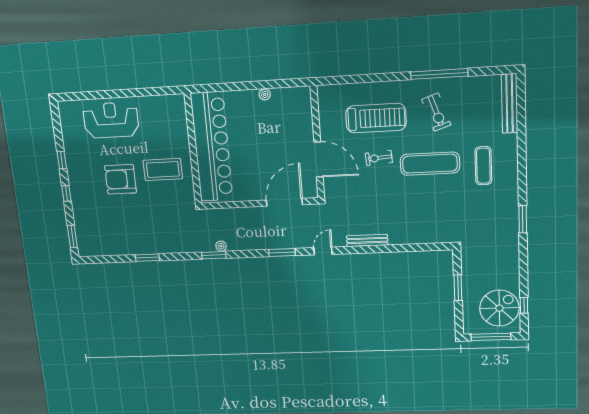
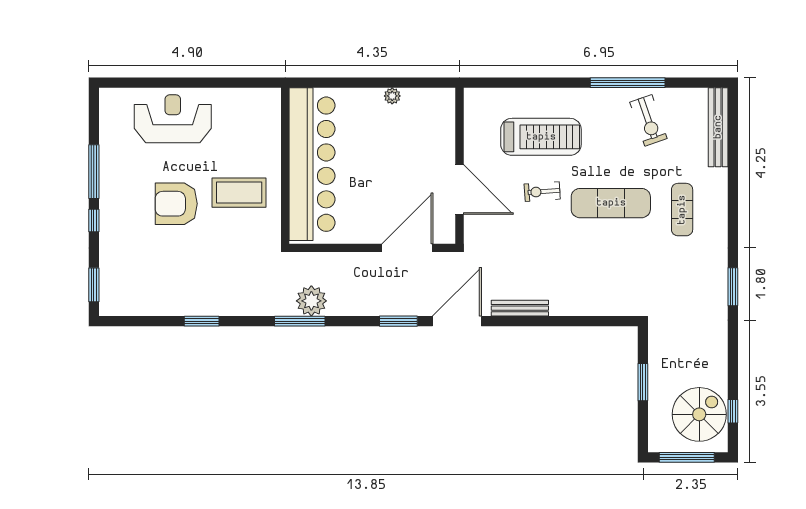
exercise bike: (436, 112) -> (648, 120), moved
window: (62, 160) -> (94, 172), width x2.17
plant: (221, 246) -> (311, 301), width x1.88, depth x1.88
door: (323, 251) -> (457, 321), width x1.88
window: (214, 255) -> (300, 321), width x1.44

